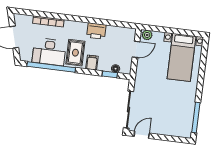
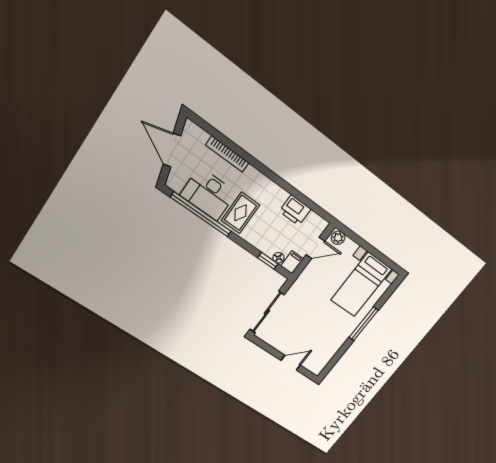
printer: (96, 31) -> (295, 210), moved
filing cabinet: (92, 63) -> (292, 262), moved
window: (196, 117) -> (364, 324), moved
door: (142, 135) -> (291, 363), moved

